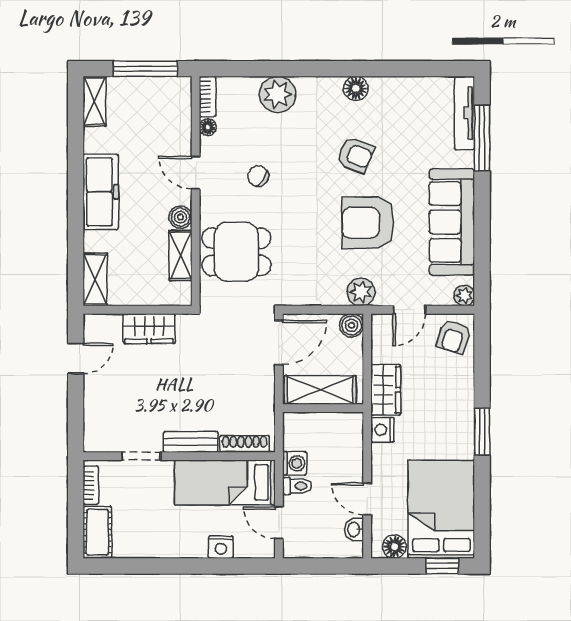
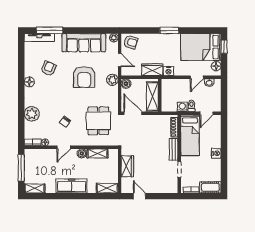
armchair: (355, 155) -> (49, 69), moved
dining table: (236, 252) -> (98, 121), moved
nightstand: (221, 547) -> (216, 153), moved

